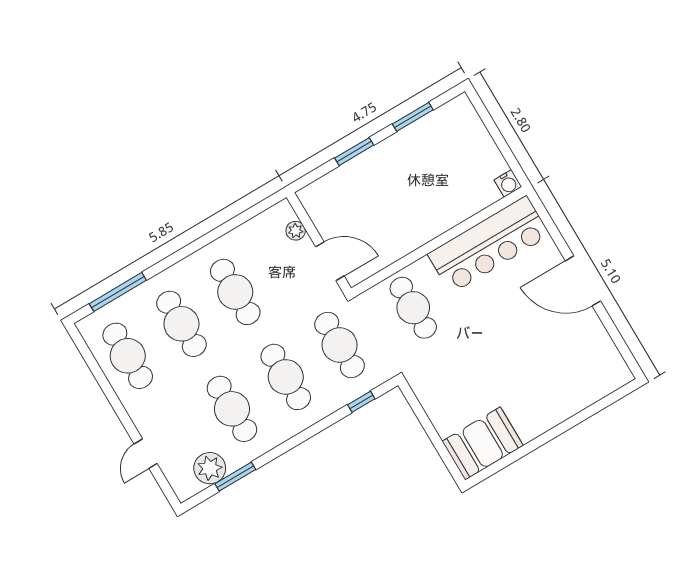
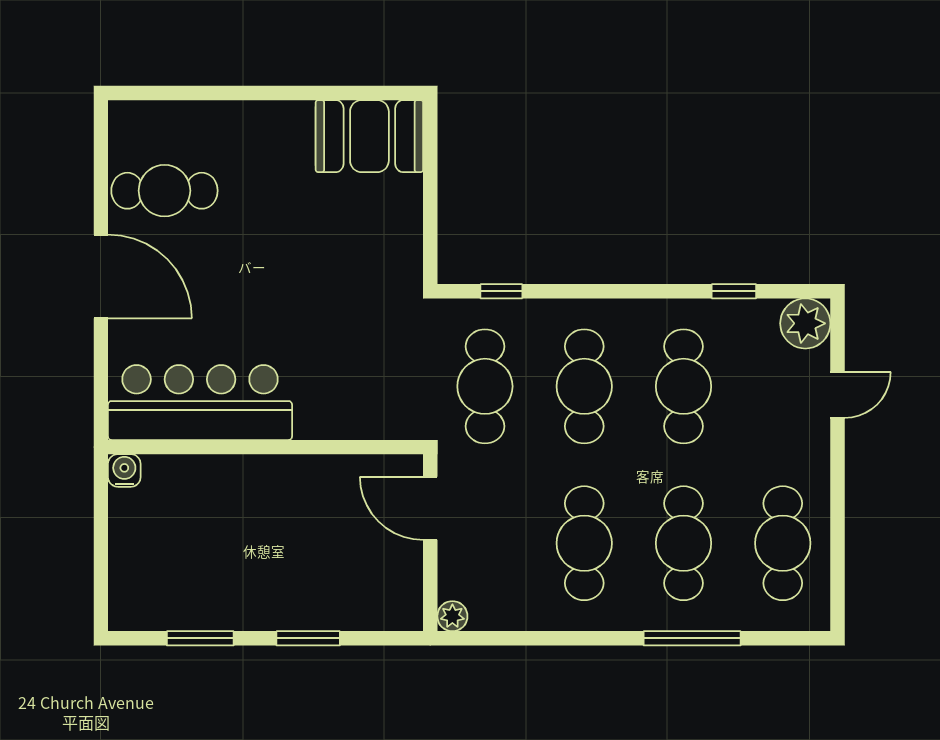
plant: (296, 231) -> (452, 616), moved
window: (118, 292) -> (692, 638), moved
cafe table: (413, 308) -> (164, 191), moved, turned 90
plant: (210, 468) -> (805, 323), moved
window: (235, 477) -> (734, 291), width x0.67

